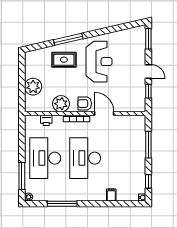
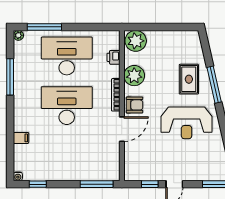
plant: (33, 87) -> (136, 41), moved
armchair: (85, 104) -> (134, 105), turned 90
window: (148, 145) -> (97, 184), moved

